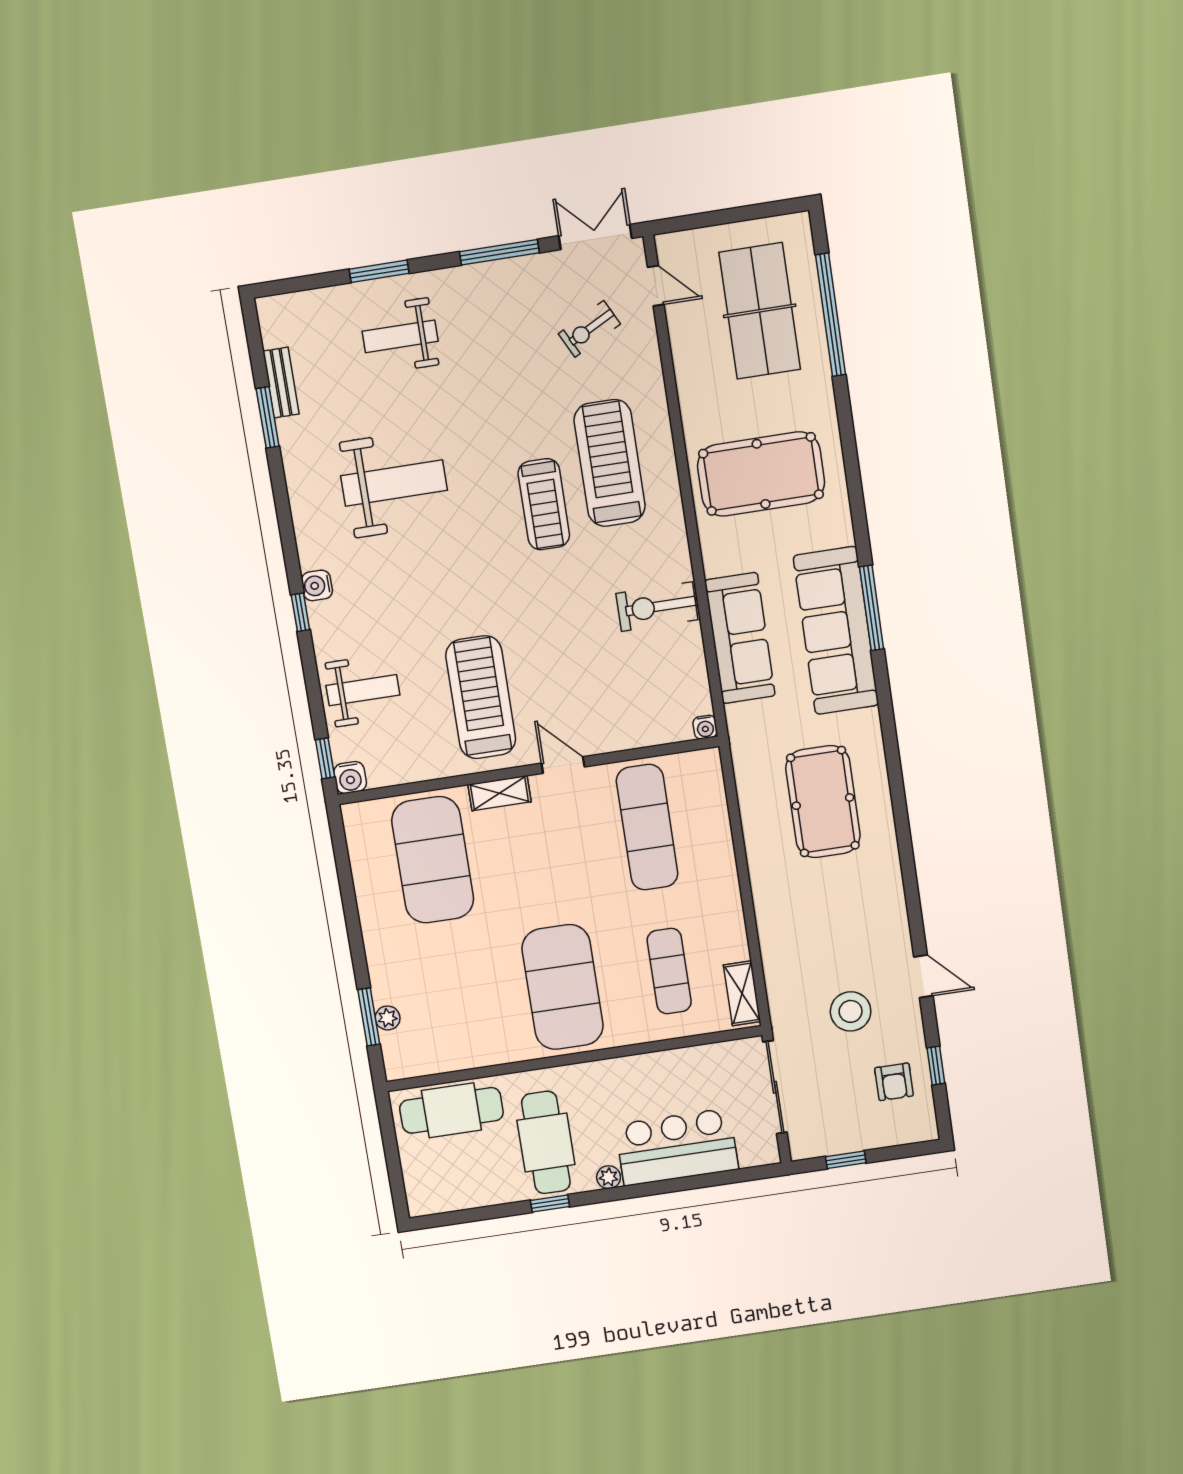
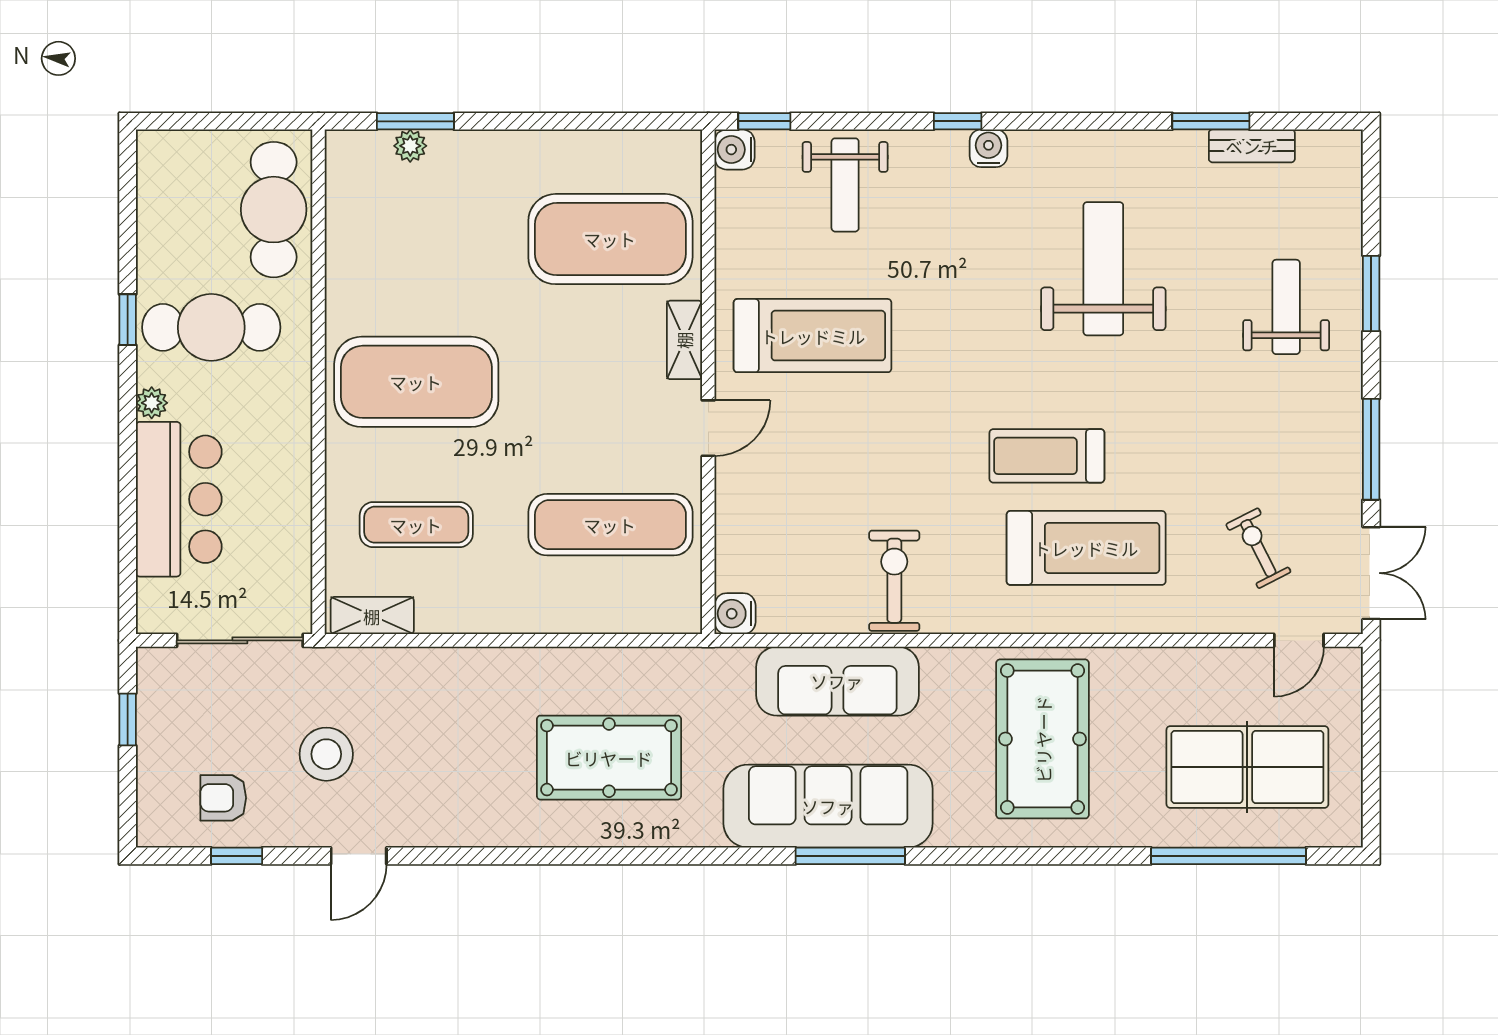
weight bench: (394, 483) -> (1103, 269), turned 180
water cooler: (705, 727) -> (735, 614), width x1.38, depth x1.38

